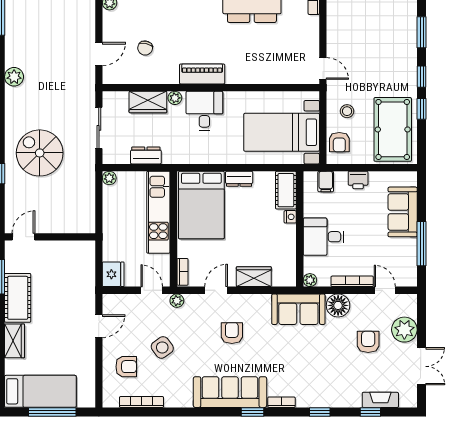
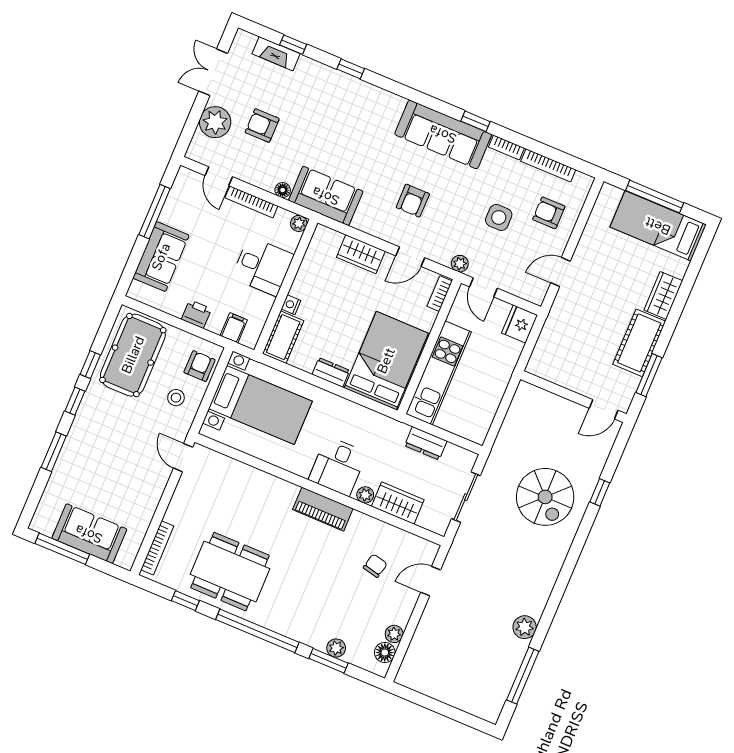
plant: (14, 77) -> (525, 627), moved
plant: (109, 178) -> (478, 435), removed
floor lamp: (338, 305) -> (283, 190), width x0.53, depth x0.53
armchair: (368, 342) -> (262, 126), turned 90
side table: (162, 347) -> (499, 217), turned 36
bookcase: (281, 402) -> (506, 148), moved
window: (253, 412) -> (475, 121), moved

